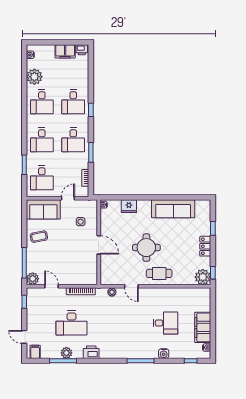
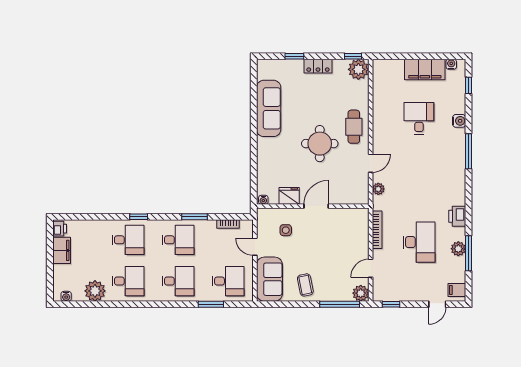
fridge: (129, 206) -> (289, 196), moved, turned -90

